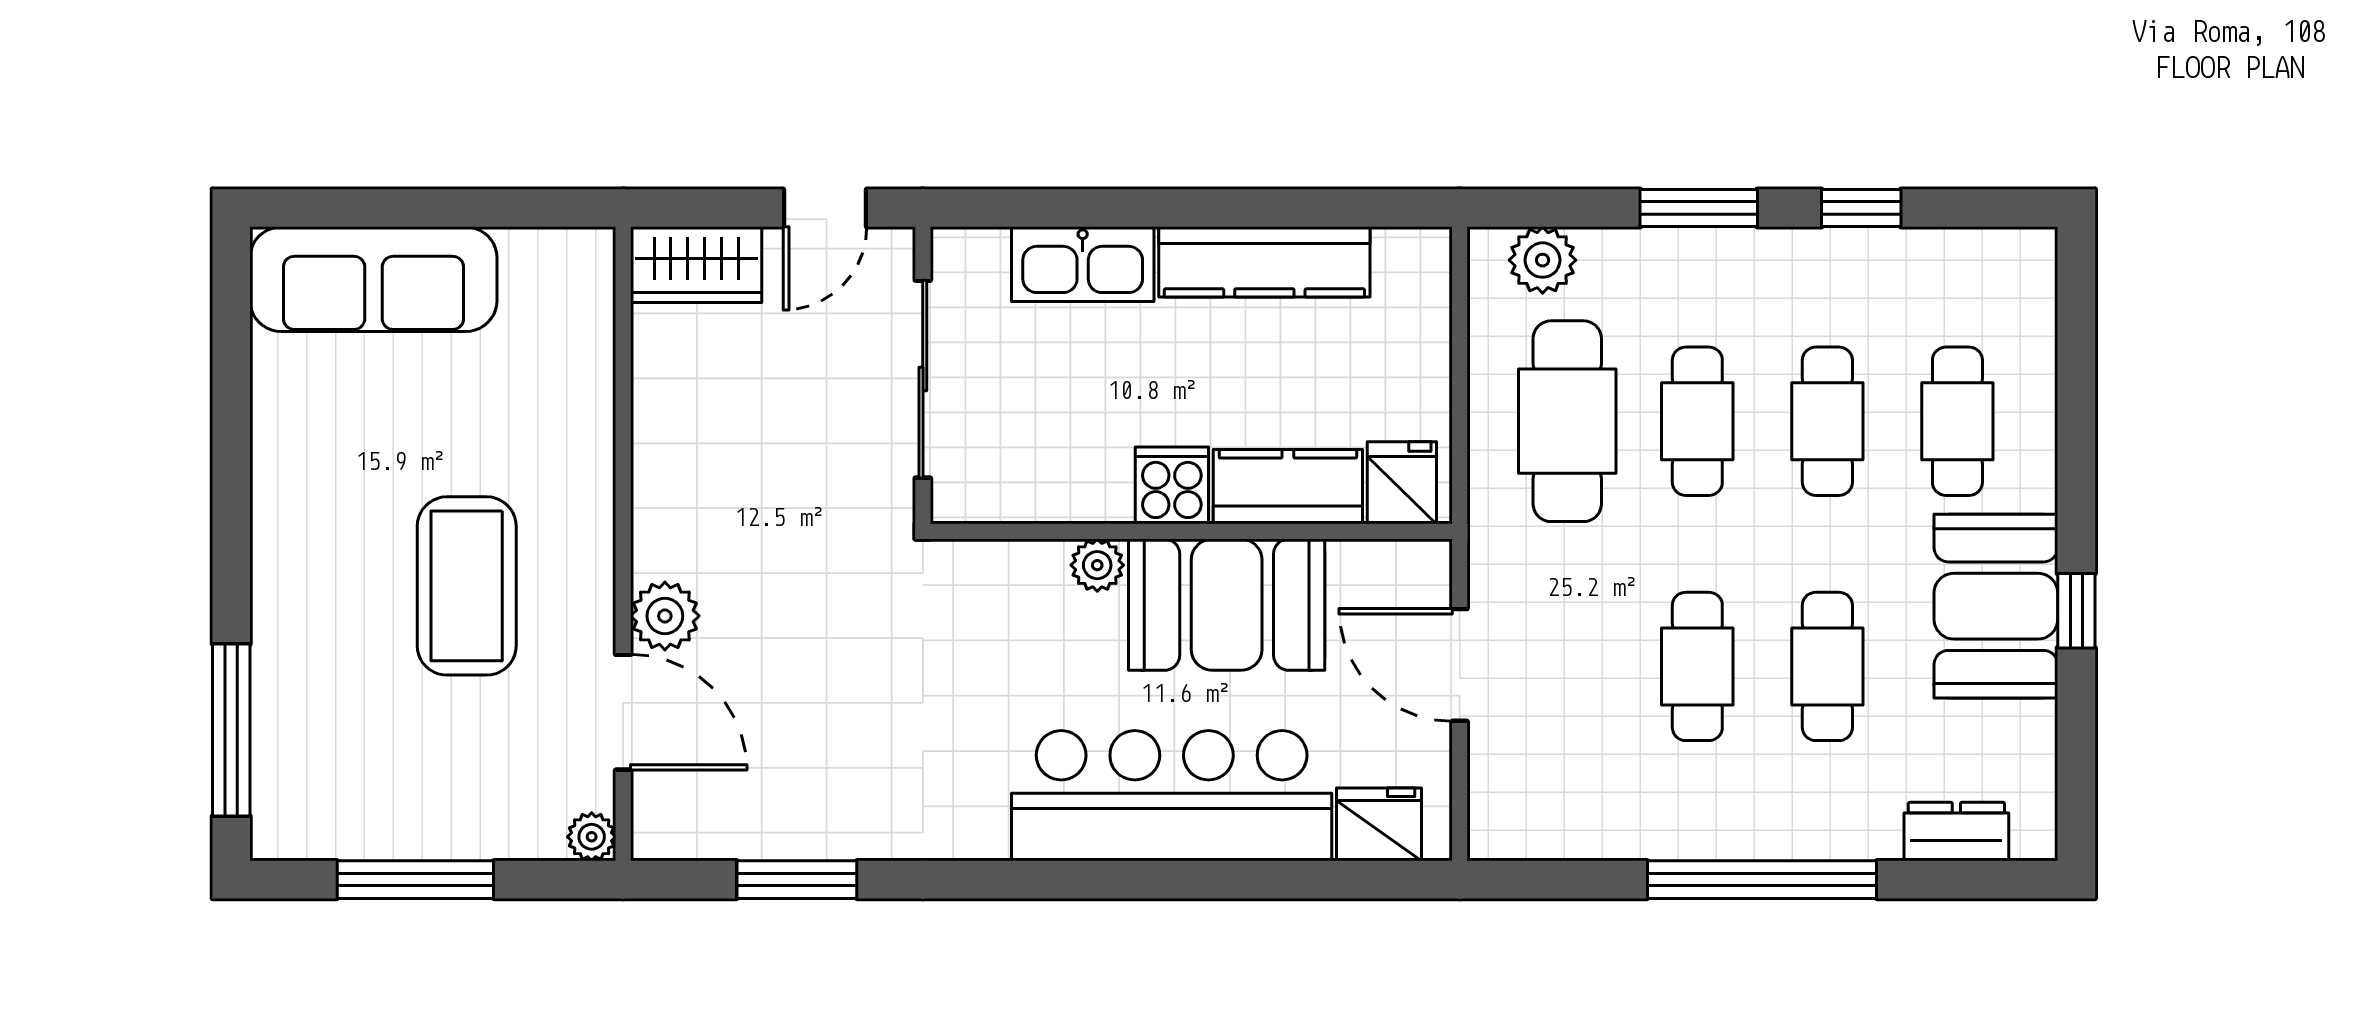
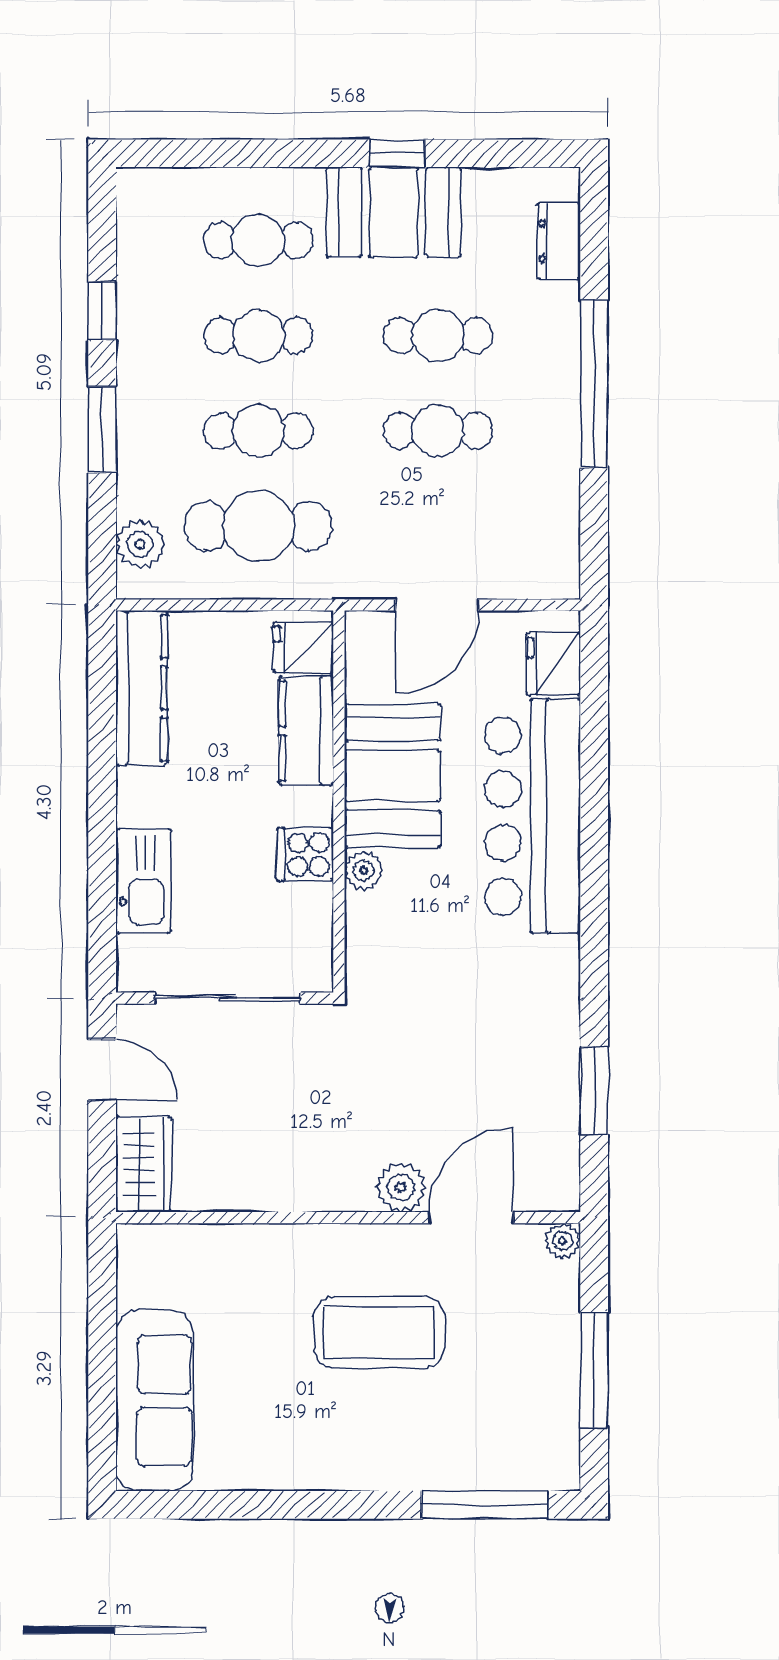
kitchen counter: (1264, 262) -> (142, 688), moved
cooker: (1172, 485) -> (305, 855), moved

